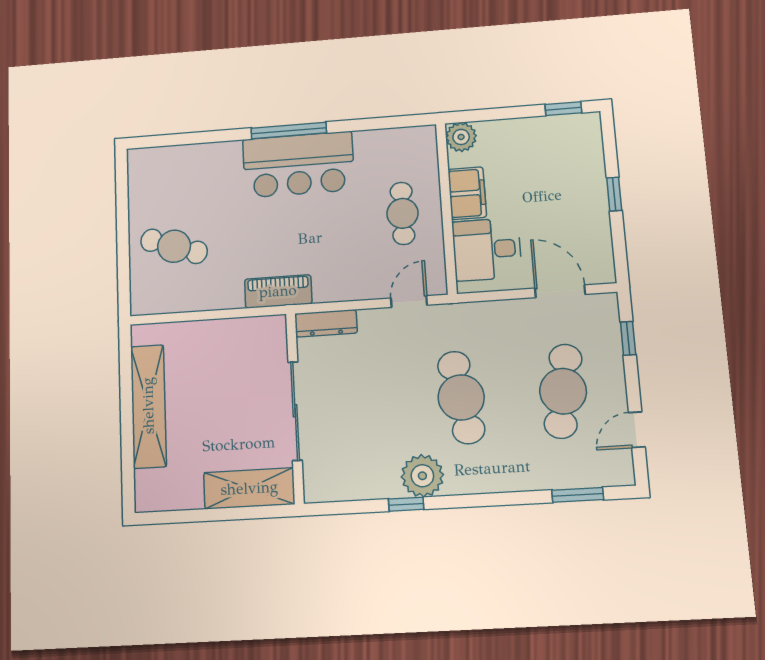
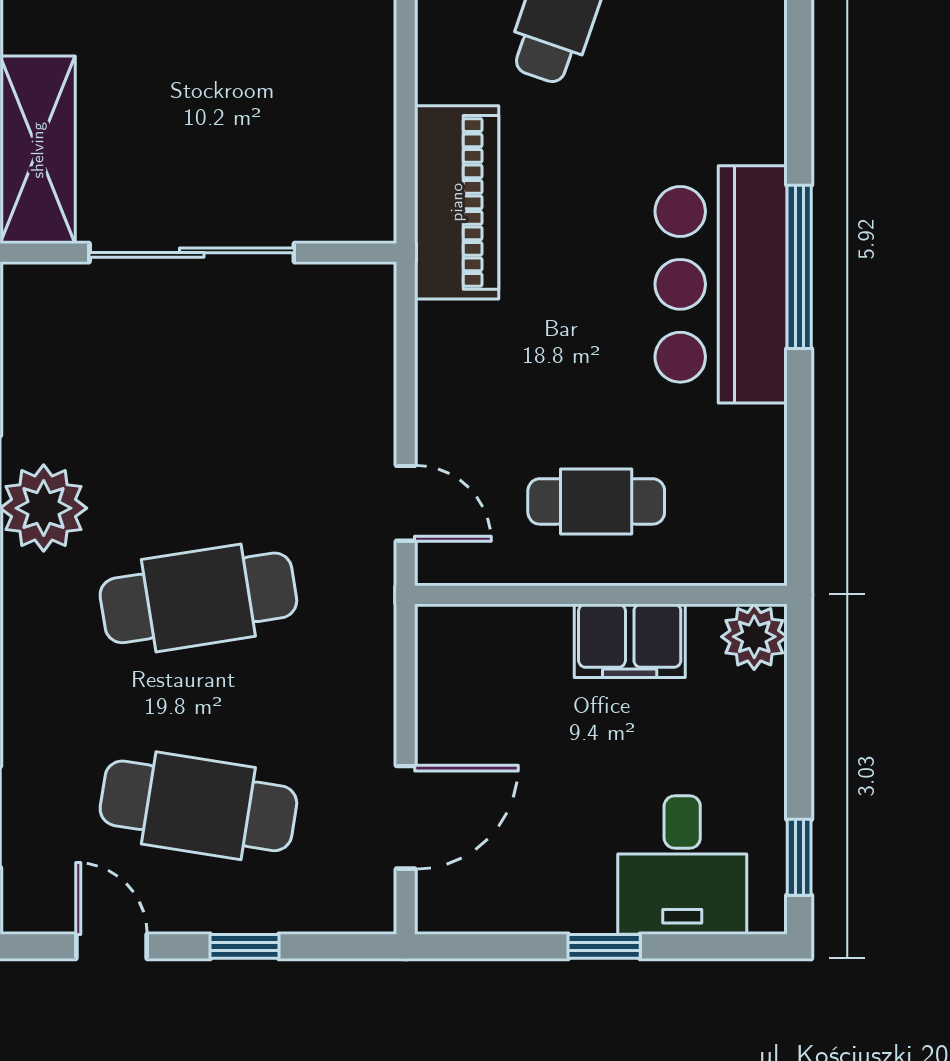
desk: (487, 249) -> (682, 865), moved, turned 180
piano: (278, 291) -> (457, 202), width x1.37, depth x1.33
dresser: (326, 323) -> (371, 326), removed
window: (628, 338) -> (244, 946), moved

